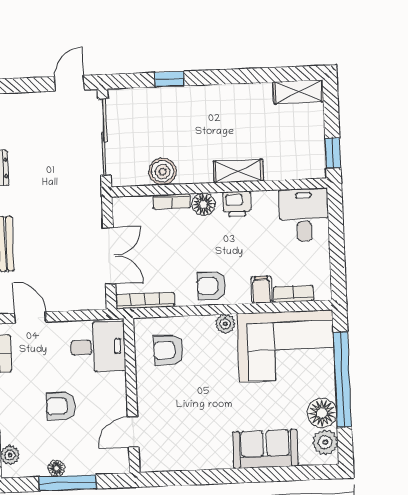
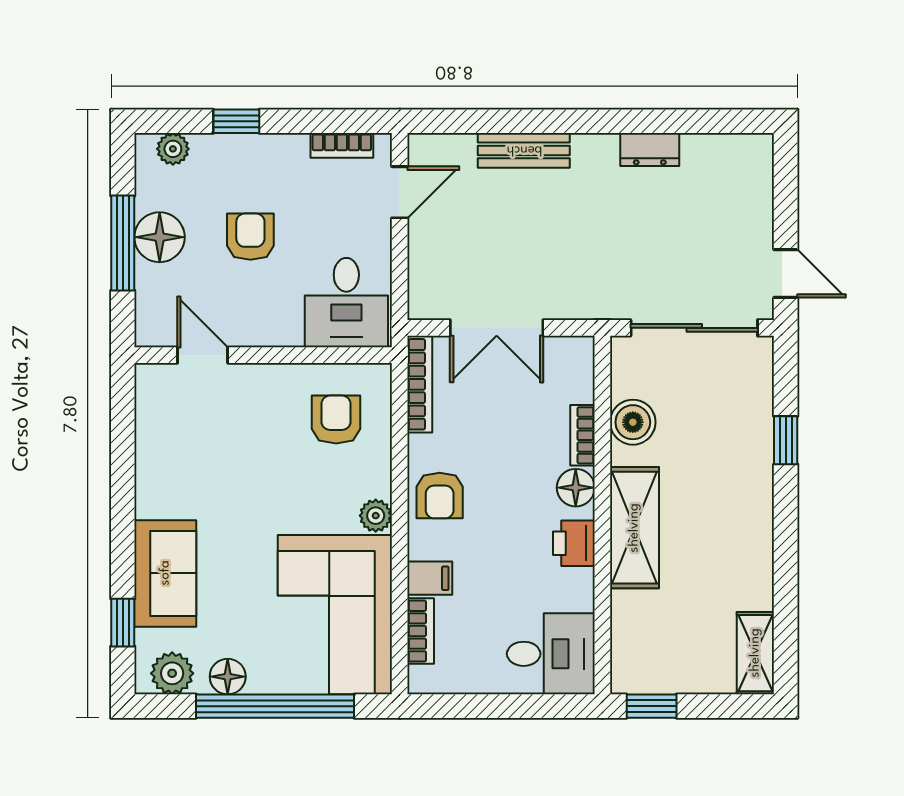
shelving: (238, 171) -> (634, 528), width x1.50, depth x1.33
armchair: (212, 286) -> (440, 495), turned 180
floor lamp: (322, 413) -> (228, 677), width x0.73, depth x0.73
floor lamp: (56, 468) -> (160, 237), width x1.89, depth x1.89
window: (296, 473) -> (123, 623), added

